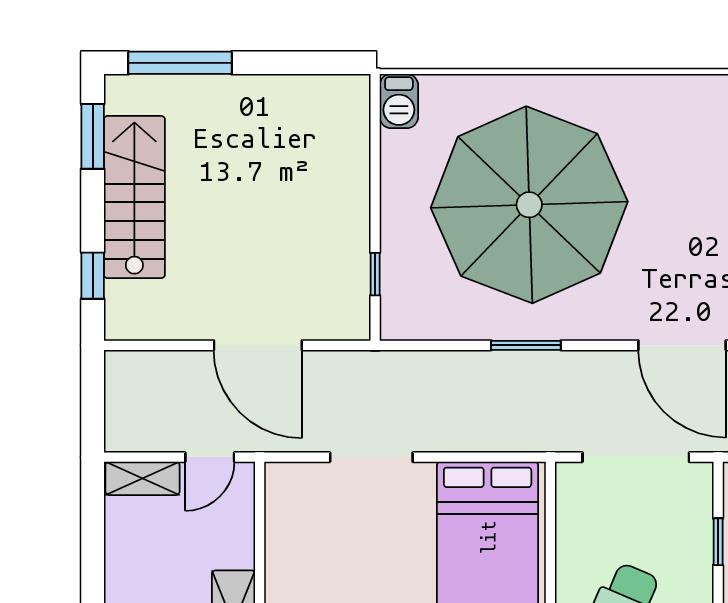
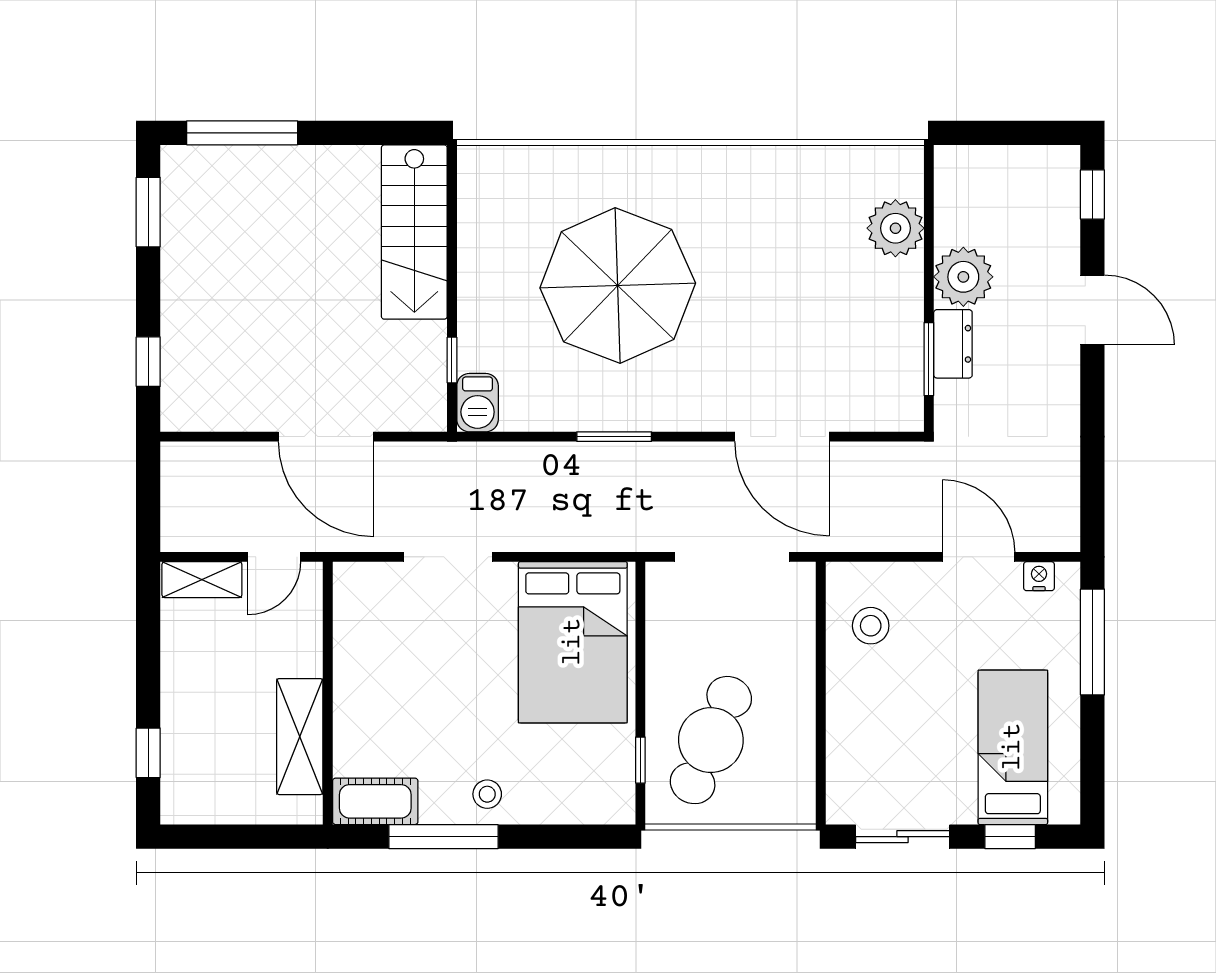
barbecue: (399, 101) -> (478, 403), moved
stairs: (134, 197) -> (414, 232), moved, turned 180
parasol: (529, 205) -> (618, 286), width x0.73, depth x0.73
window: (718, 542) -> (821, 648), removed

